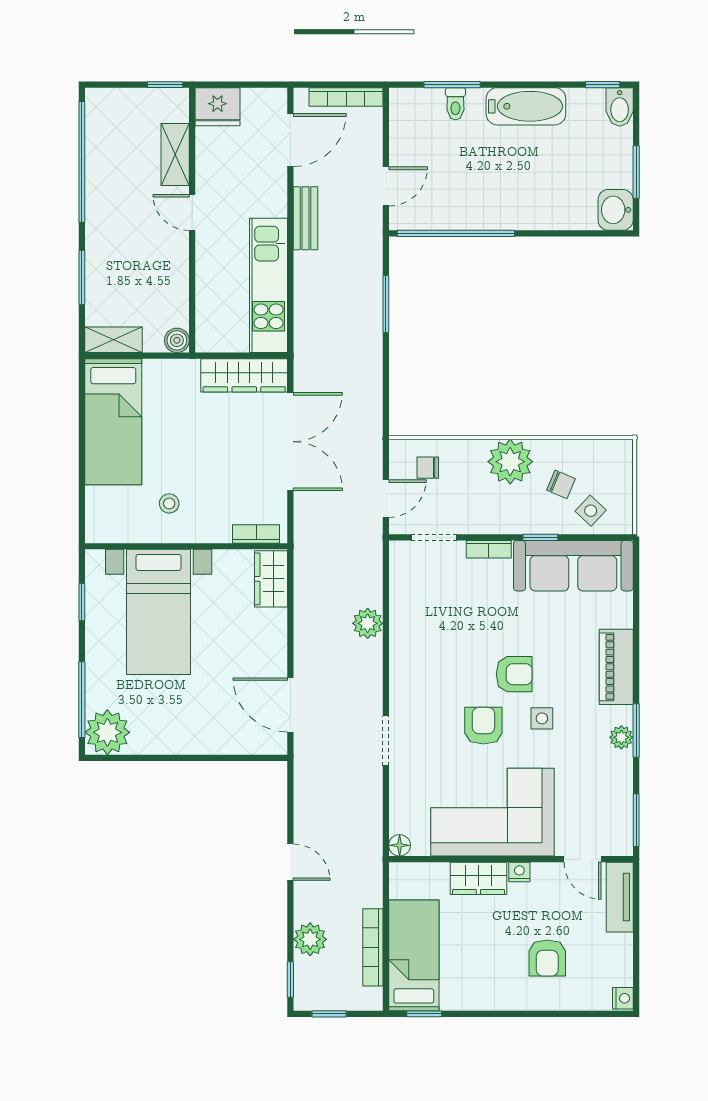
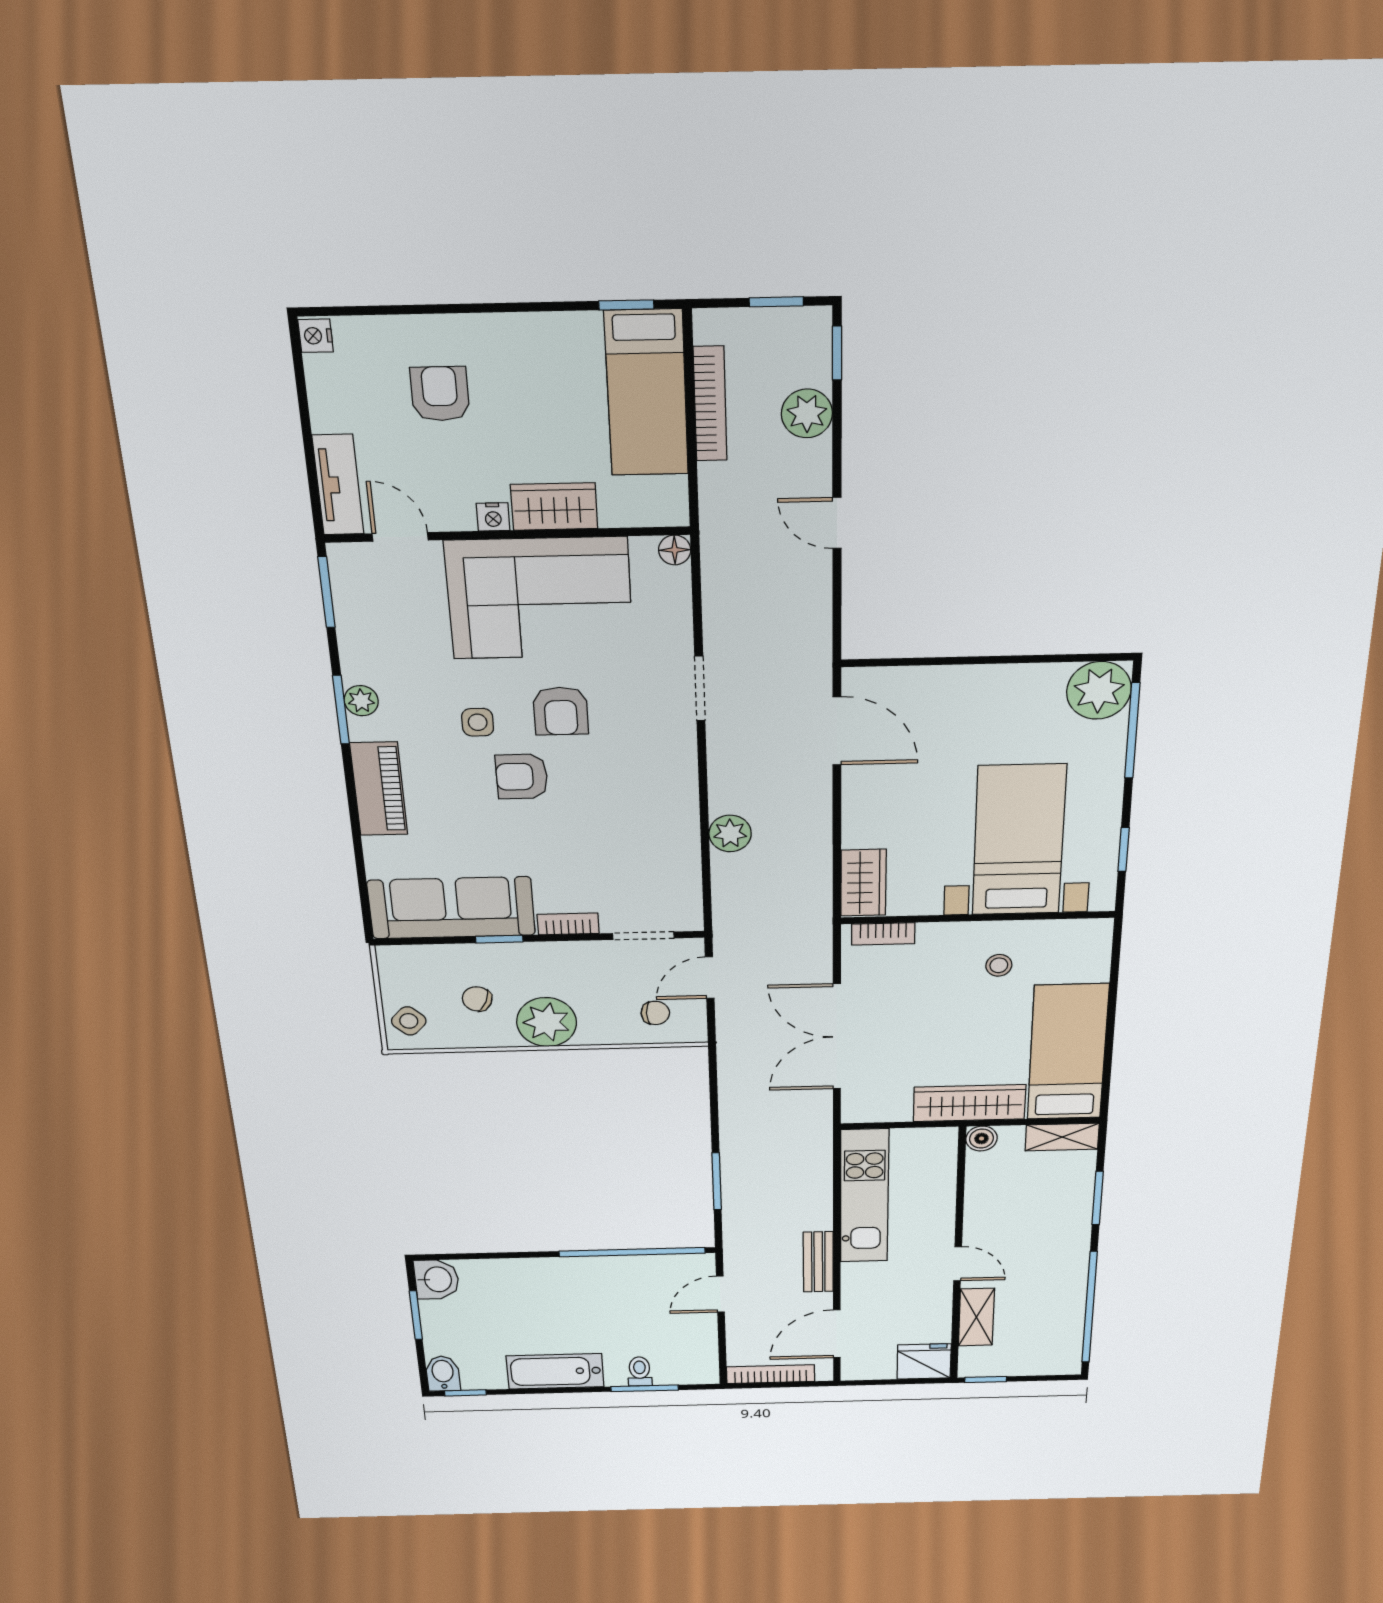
wardrobe: (244, 375) -> (969, 1103), moved
side table: (591, 511) -> (409, 1021), moved

